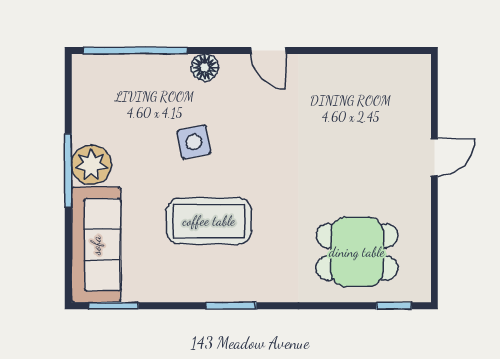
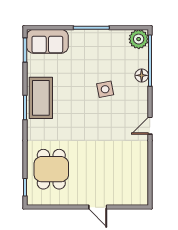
floor lamp: (205, 67) -> (142, 75), moved
plant: (91, 165) -> (139, 39), moved
coffee table: (209, 221) -> (41, 98), moved
sofa: (96, 245) -> (47, 41), width x0.73

